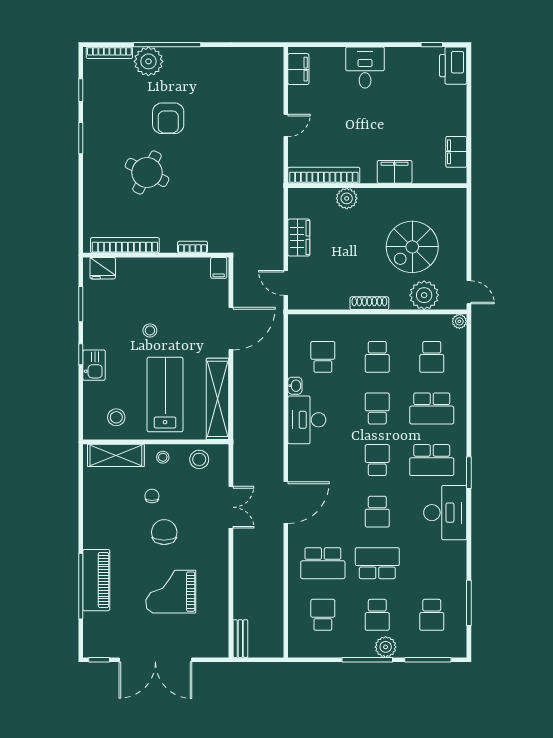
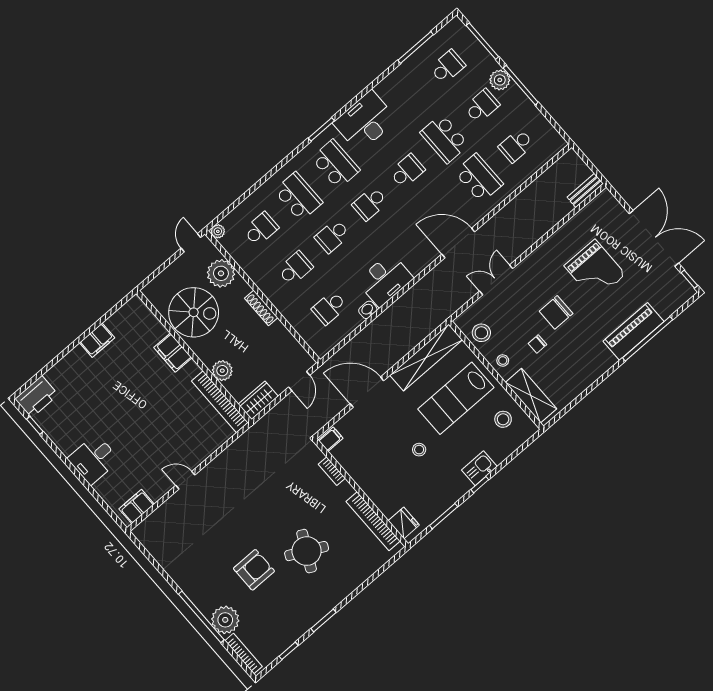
filing cabinet: (395, 172) -> (173, 353), moved
bookcase: (324, 175) -> (220, 402), moved
wall: (377, 186) -> (194, 357), moved
plant: (347, 198) -> (222, 371), moved

